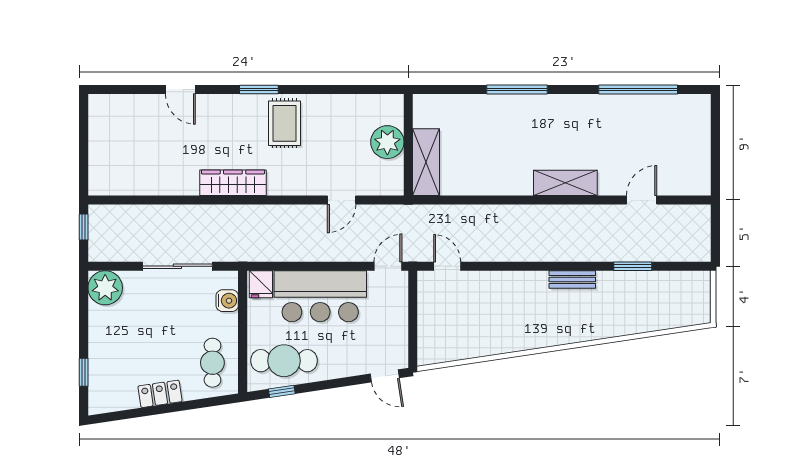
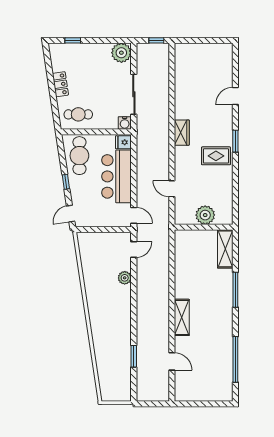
shelving: (426, 162) -> (225, 249), moved, turned 90
wardrobe: (233, 183) -> (182, 133), width x0.67
bench: (572, 279) -> (126, 321), removed
plant: (496, 282) -> (125, 278), added
water cooler: (227, 301) -> (125, 123), moved
window: (282, 391) -> (66, 182), moved

